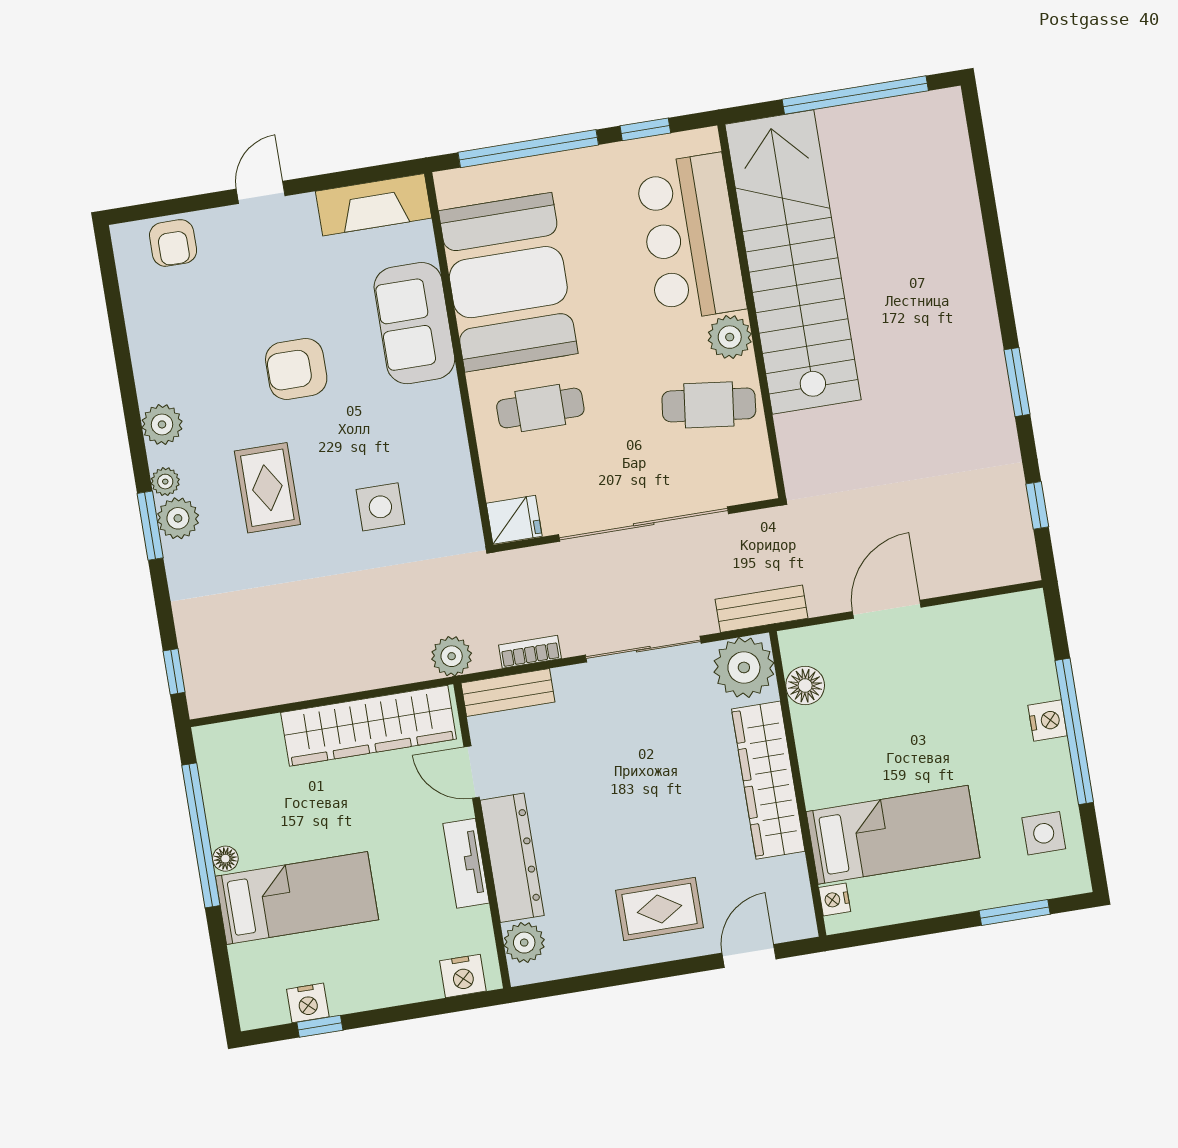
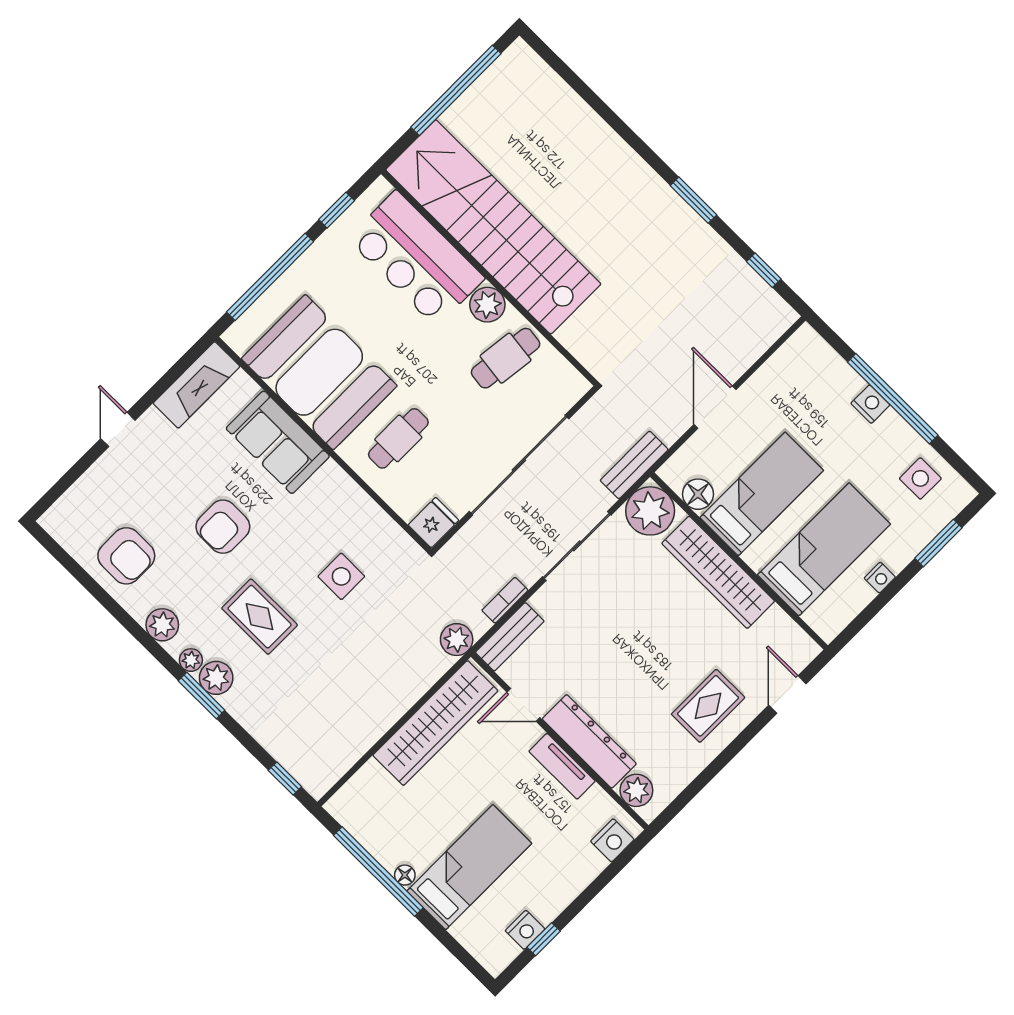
armchair: (173, 243) -> (126, 556), moved, width x1.38, depth x1.38
bed: (870, 732) -> (762, 494), added
nightstand: (835, 900) -> (880, 578), moved, turned -90

